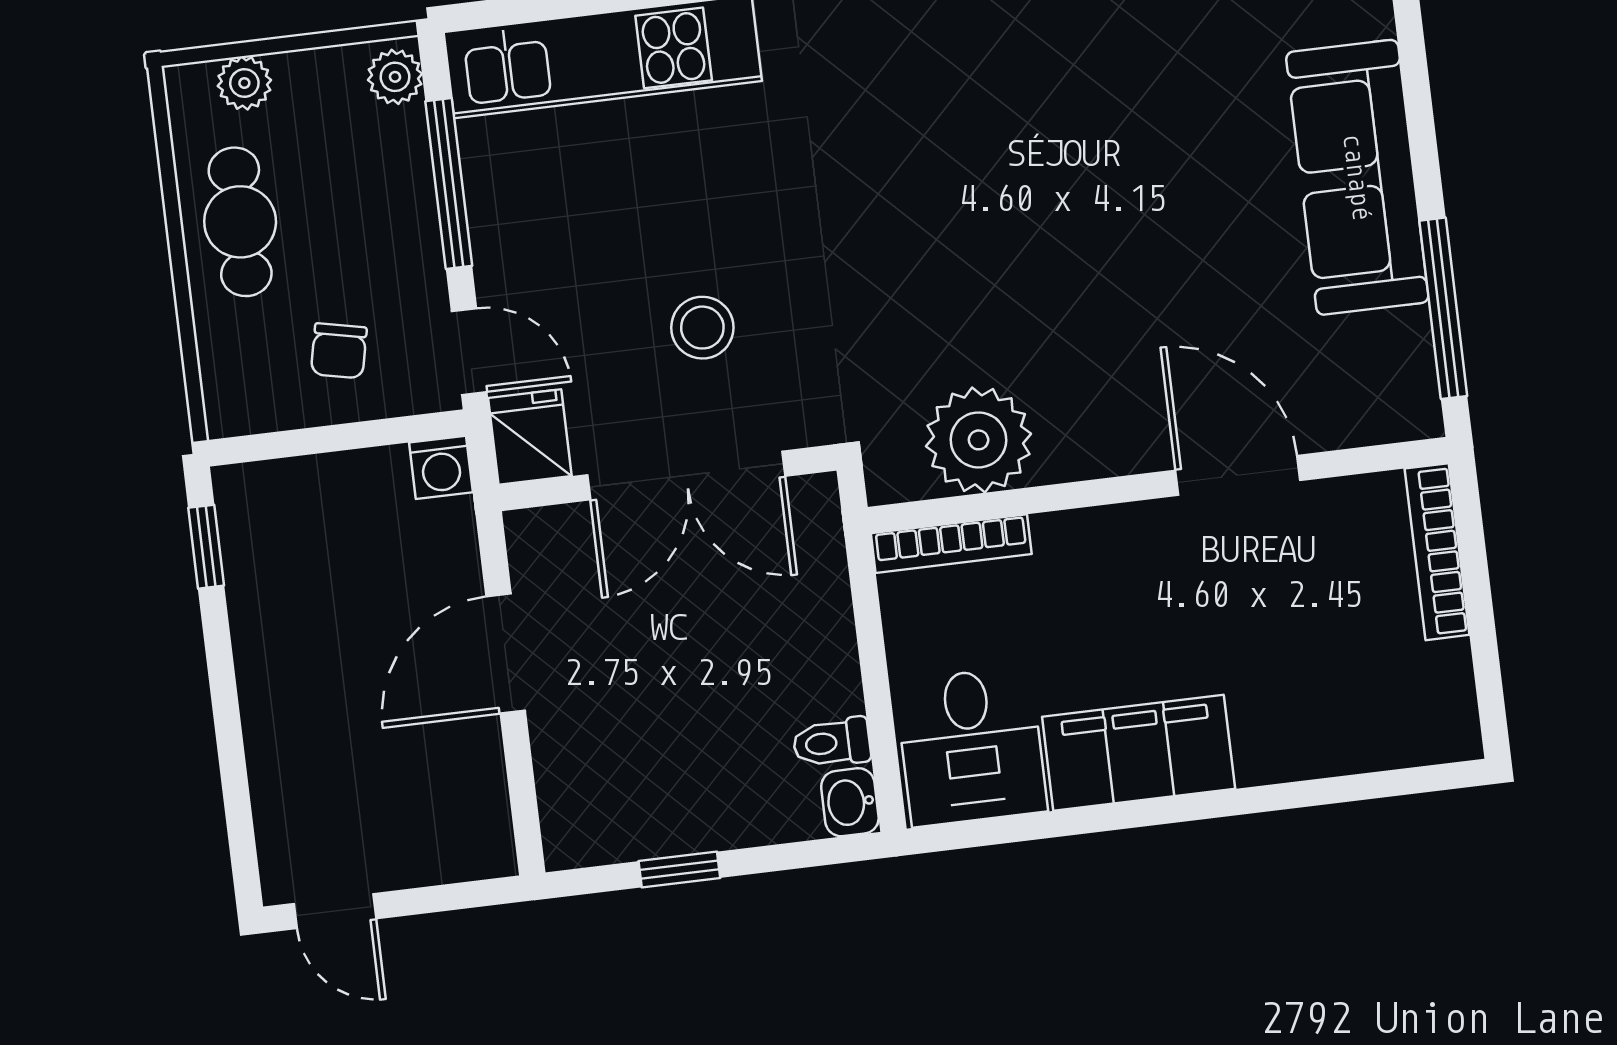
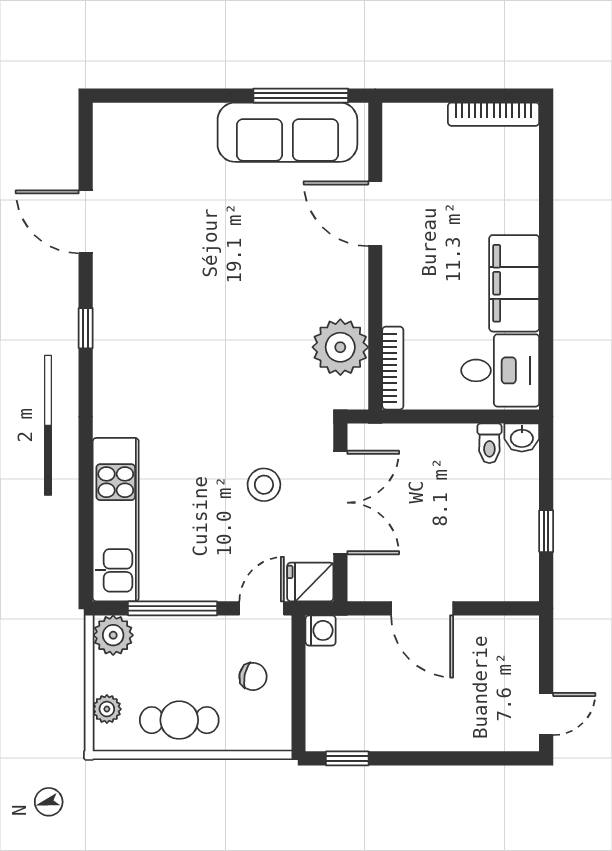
plant: (395, 77) -> (113, 635), width x1.38, depth x1.38
sofa: (1357, 177) -> (287, 132), moved
door: (1238, 475) -> (375, 214), hinge flipped
bookcase: (1437, 552) -> (494, 114), moved

